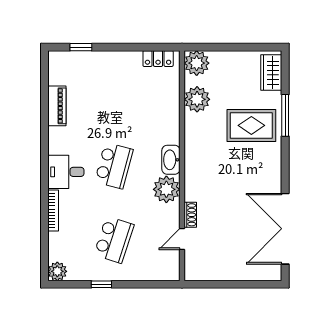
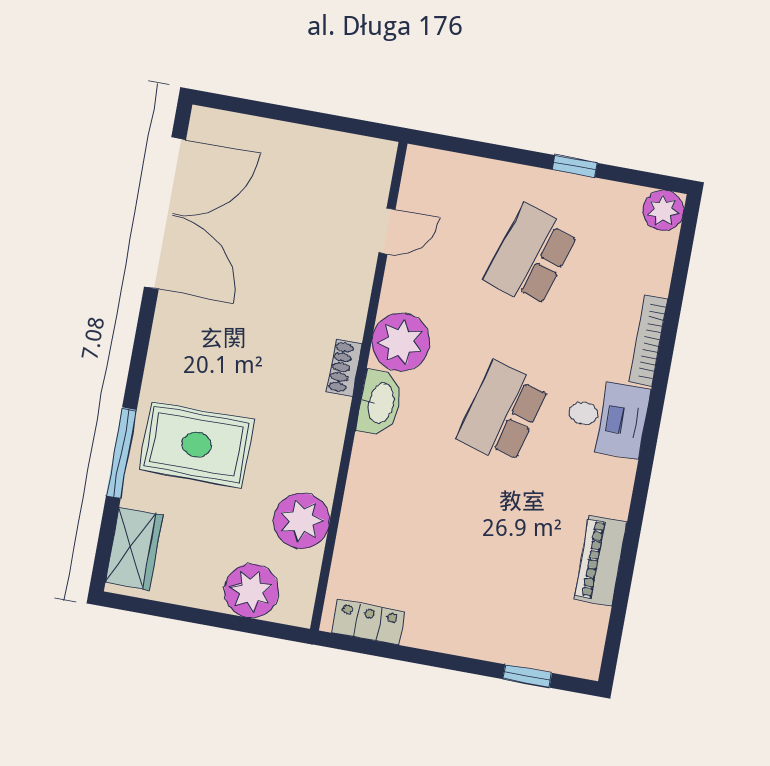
plant: (197, 63) -> (251, 591), moved
shoe rack: (190, 215) -> (344, 368), moved

